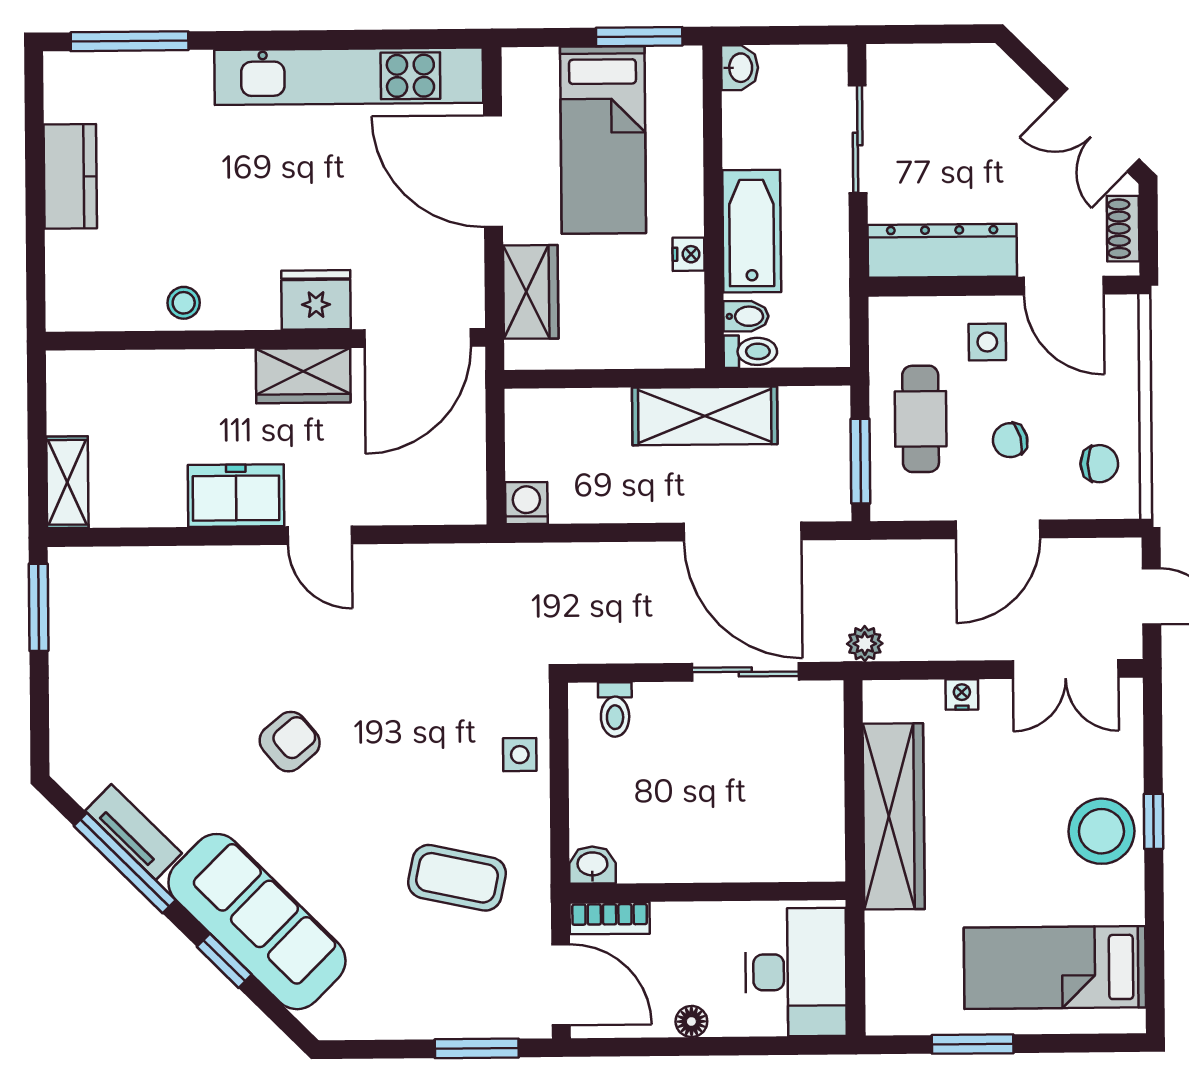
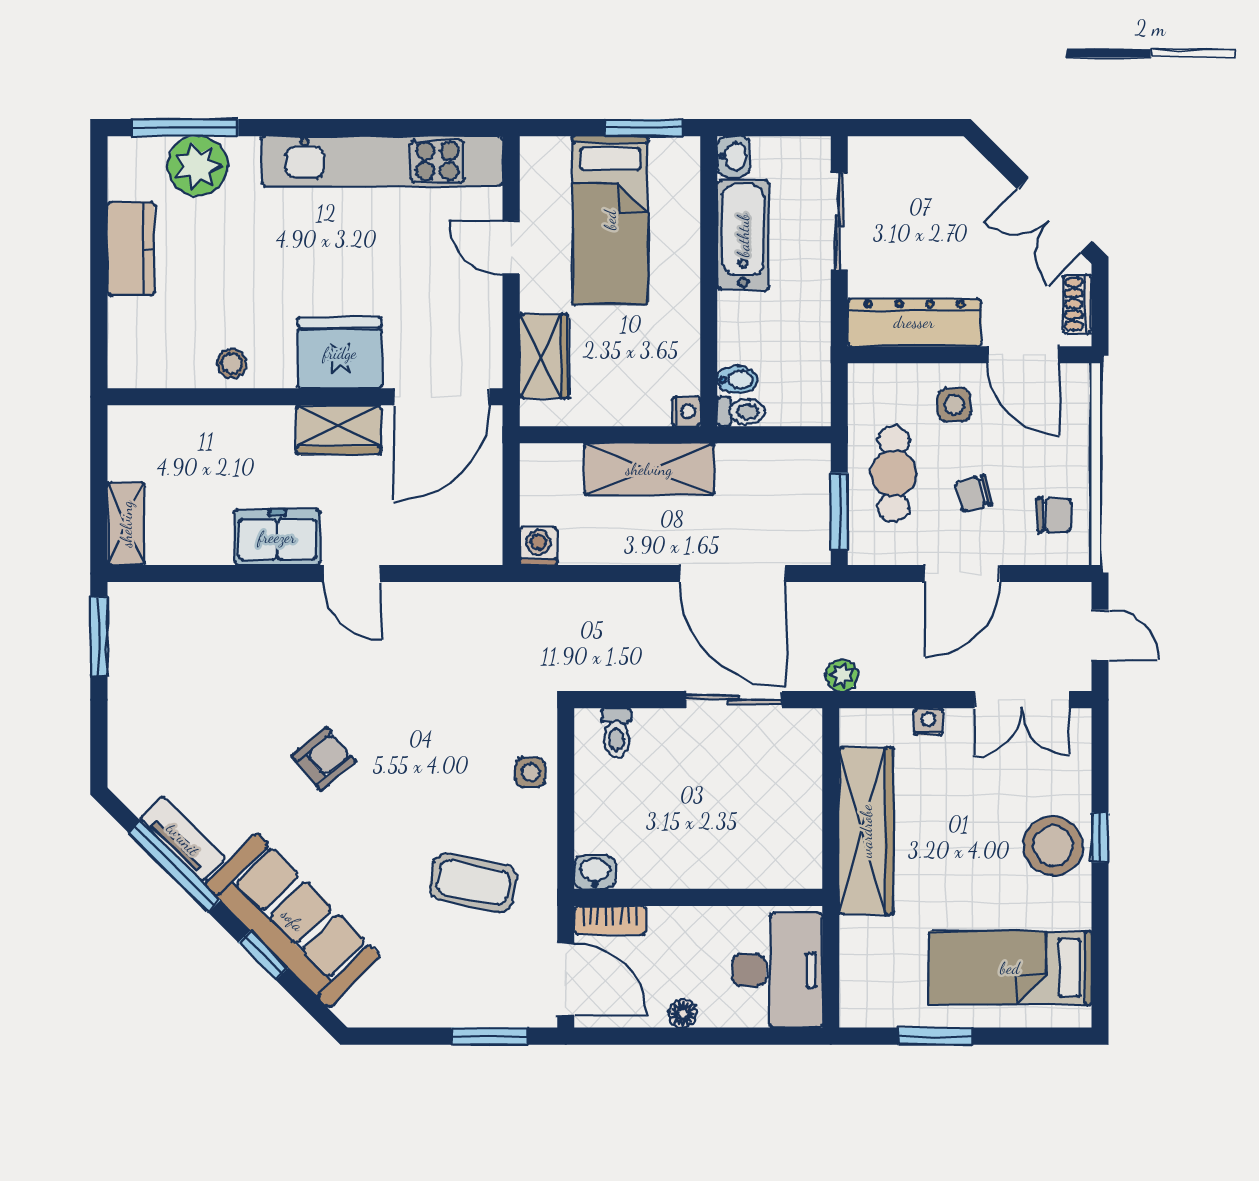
plant: (144, 84) -> (198, 166), added
door: (493, 171) -> (511, 247), width x0.53
bathtub: (752, 231) -> (743, 235), moved
nightstand: (689, 254) -> (686, 411), moved
fridge: (316, 300) -> (340, 353), width x1.36, depth x1.34
shelving: (705, 416) -> (649, 469), moved

